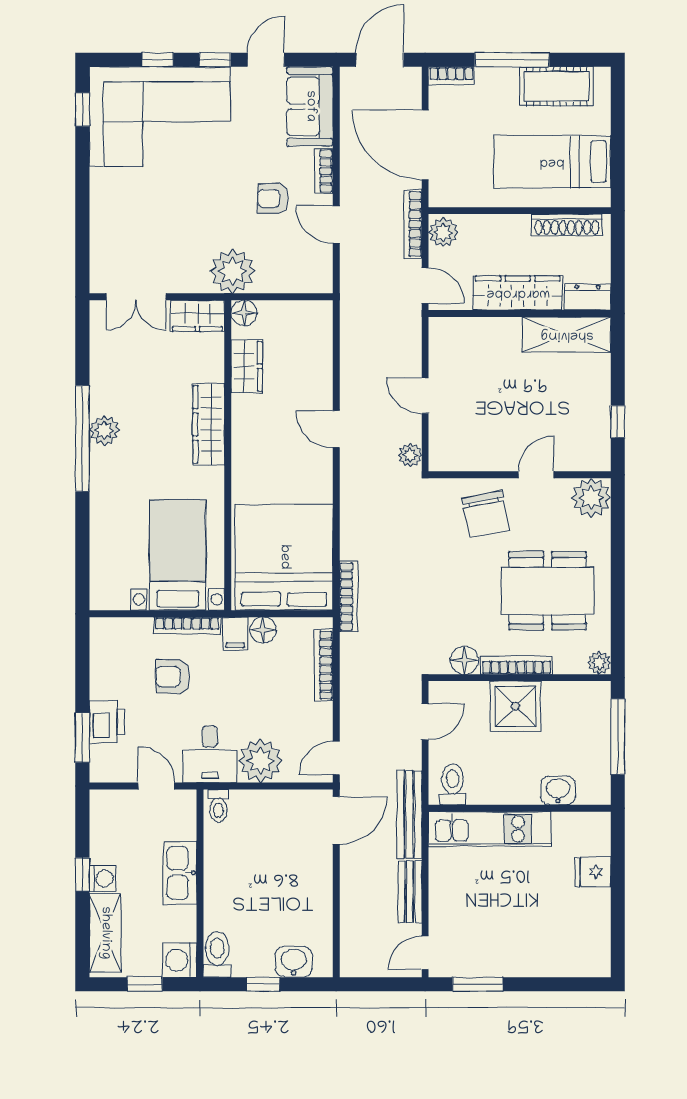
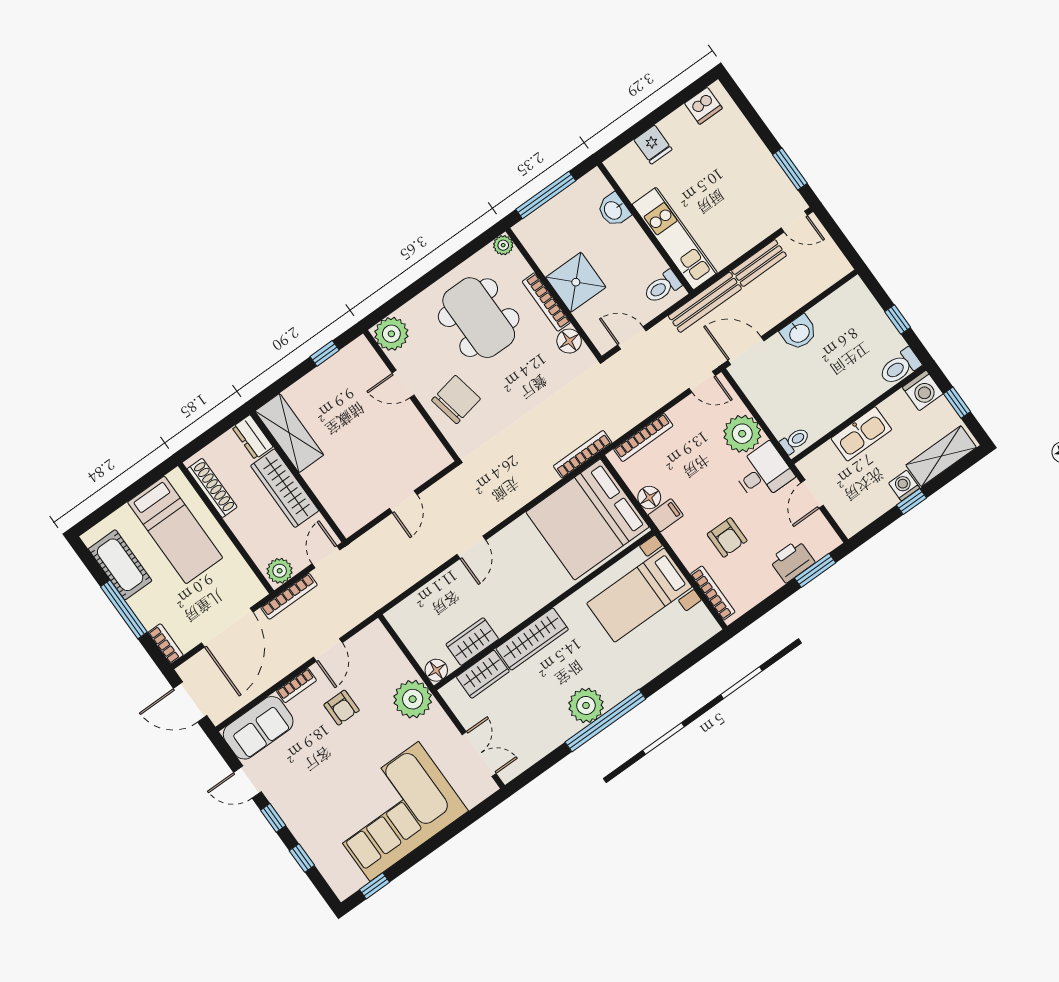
corner sofa: (160, 117) -> (394, 811), moved, turned -90
wardrobe: (197, 316) -> (483, 674), moved, turned 90
plant: (104, 430) -> (586, 705), width x1.36, depth x1.36
plant: (410, 455) -> (452, 482), removed
bookcase: (187, 626) -> (713, 593), moved
dishwasher: (596, 945) -> (703, 106), added
washbasin: (294, 962) -> (799, 333), moved, turned -90

